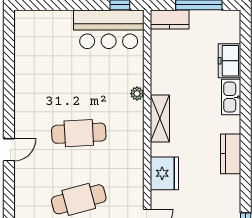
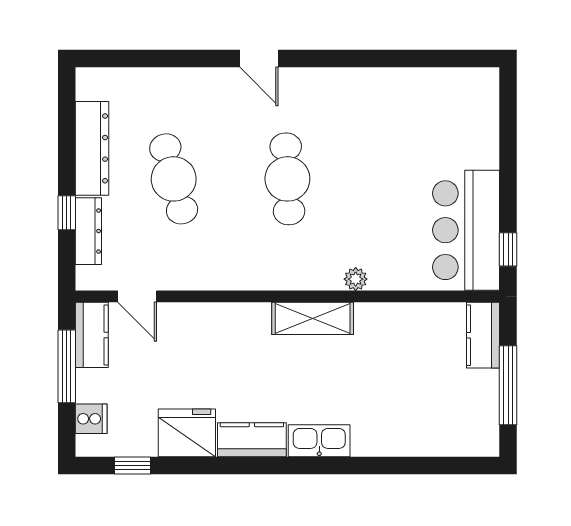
freezer: (229, 61) -> (412, 438), removed
kitchen sink: (231, 97) -> (319, 441), moved
fridge: (164, 173) -> (187, 433), moved, turned 180

